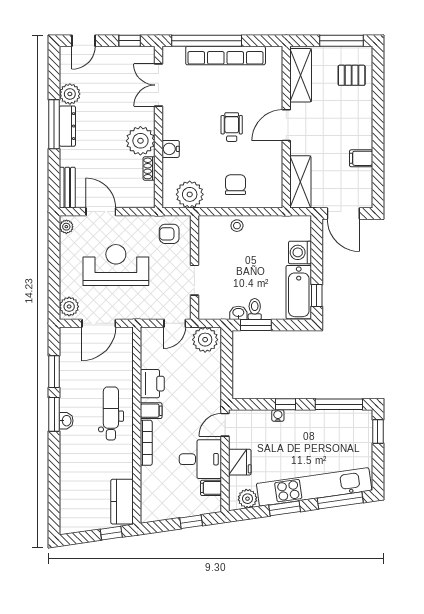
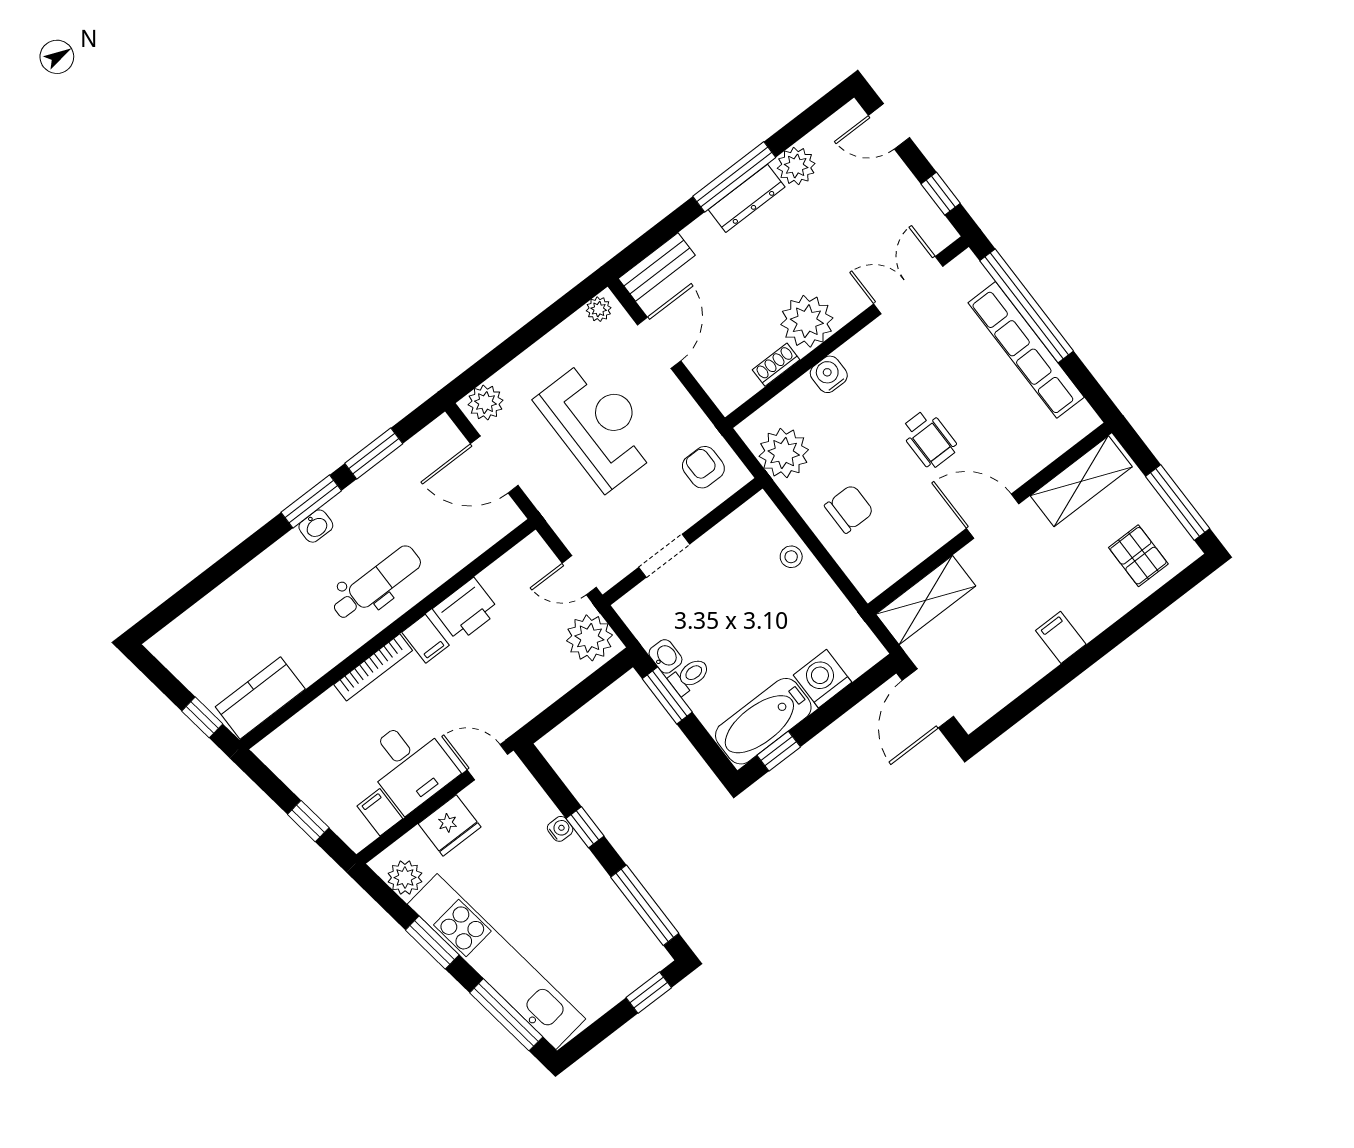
wheelchair: (232, 127) -> (929, 439), turned 90
filing cabinet: (361, 158) -> (1061, 637), moved

